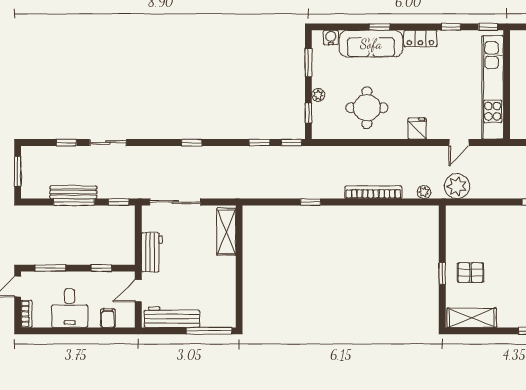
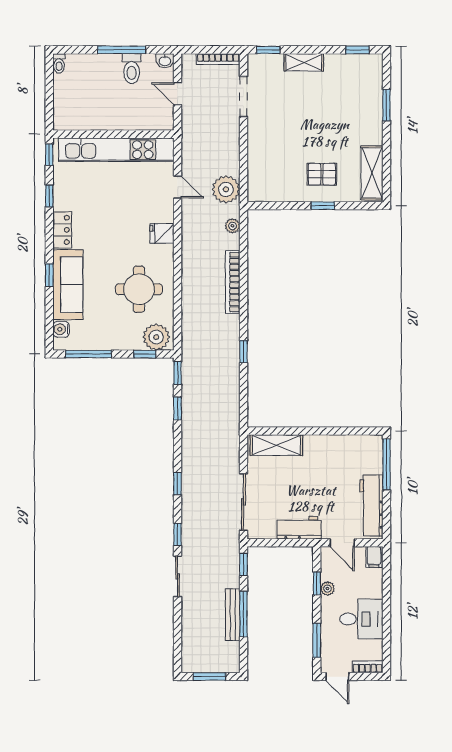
window: (308, 62) -> (89, 354), width x1.44
plant: (318, 95) -> (156, 337), moved, width x1.87, depth x1.87
window: (66, 143) -> (178, 535), moved
pallet: (471, 273) -> (322, 174), turned 90
plant: (97, 278) -> (327, 589), added
filing cabinet: (108, 318) -> (374, 557), moved, turned -90

